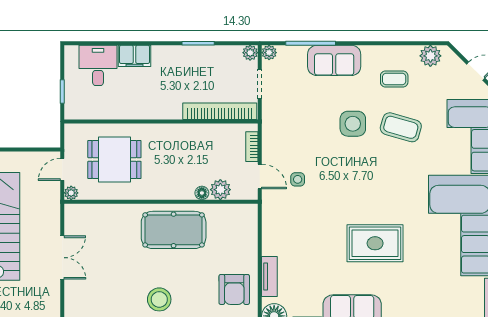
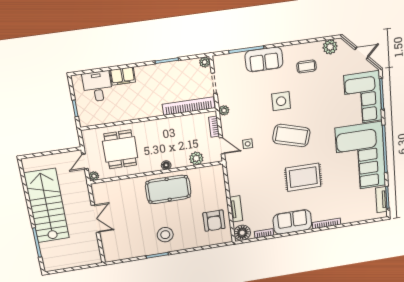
plant: (269, 53) -> (224, 110), moved
coffee table: (401, 127) -> (291, 136), moved, width x1.36, depth x1.32
dining table: (114, 160) -> (120, 149), turned 90
floor lamp: (202, 193) -> (166, 165), moved

